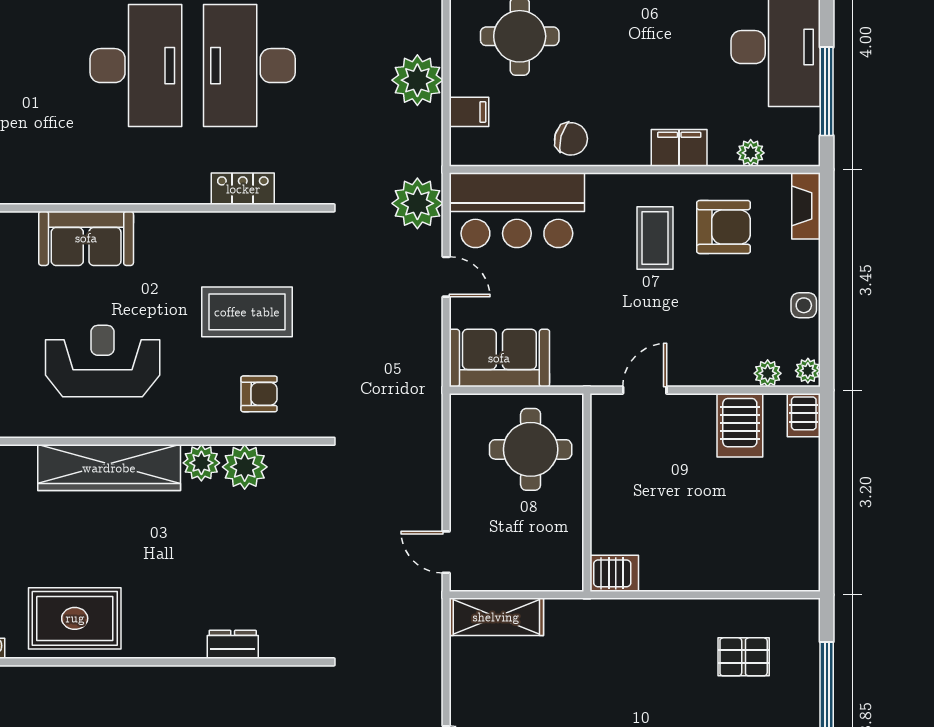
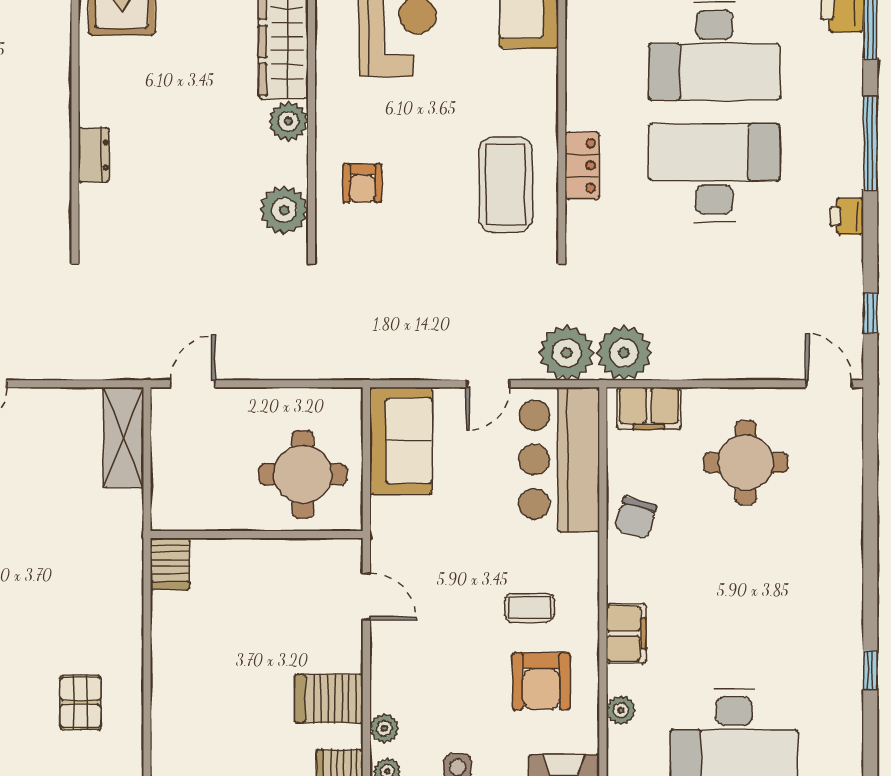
plant: (417, 80) -> (624, 353), moved
filing cabinet: (469, 112) -> (649, 408), width x2.00
coffee table: (655, 238) -> (529, 608), width x0.73, depth x0.77
coffee table: (247, 312) -> (506, 185), moved
plant: (245, 467) -> (284, 210), moved

